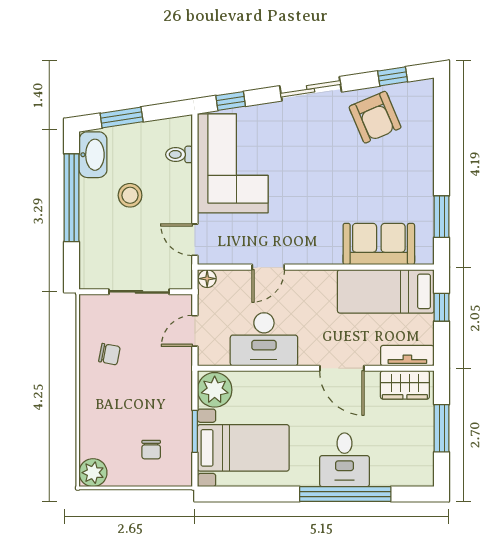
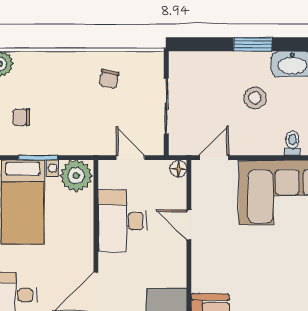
window: (72, 198) -> (253, 44), width x0.47

